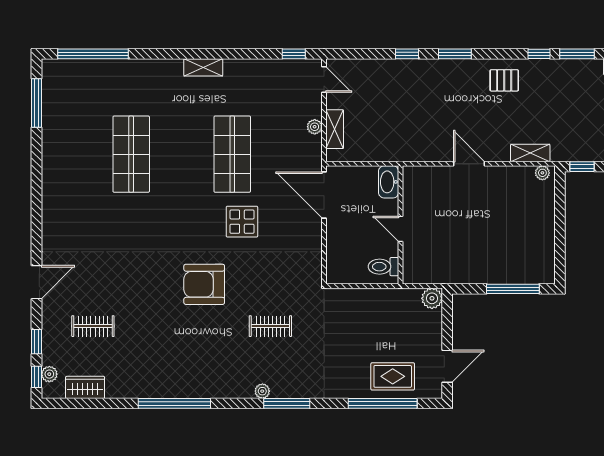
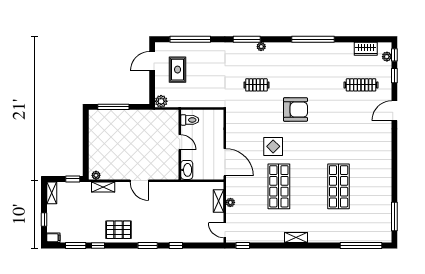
pallet: (504, 80) -> (119, 230), width x1.50, depth x1.42
clothes rail: (93, 326) -> (361, 85), width x1.36
rug: (393, 376) -> (178, 70), moved, turned 90

